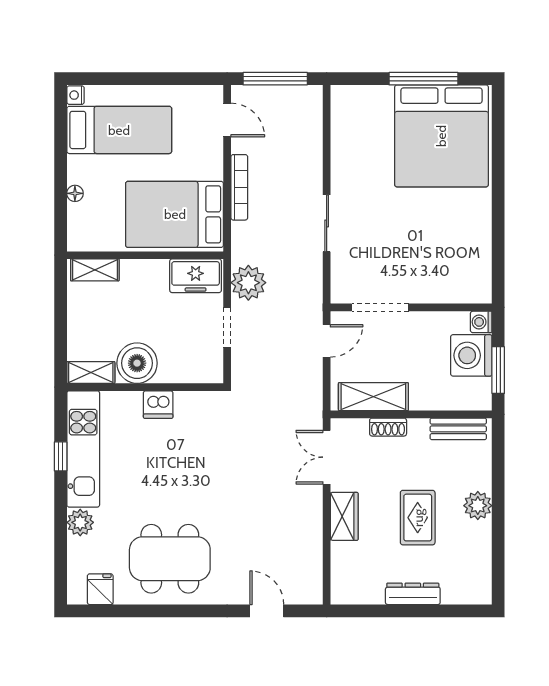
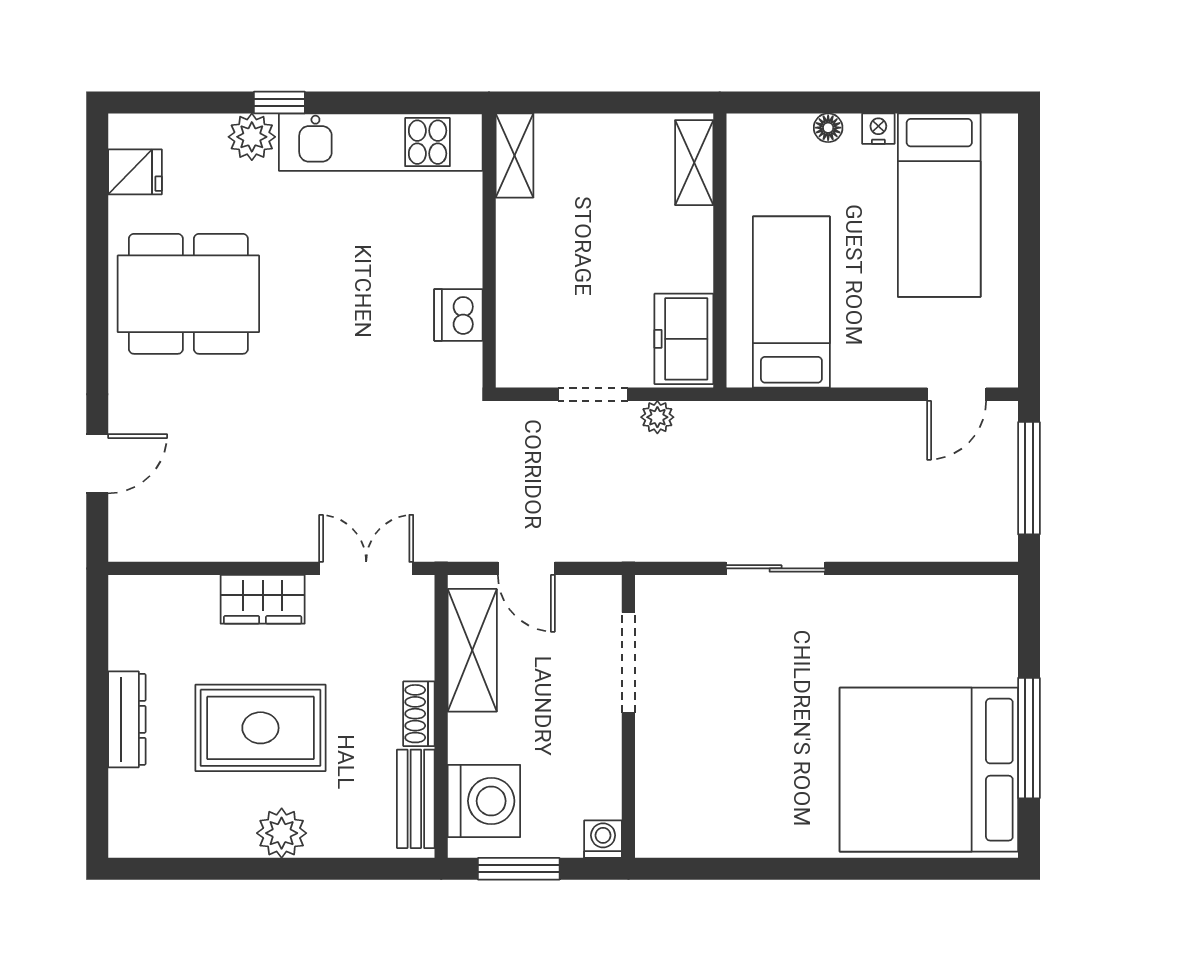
nightstand: (76, 95) -> (878, 129), moved
bookcase: (239, 187) -> (839, 415), removed
bed: (175, 214) -> (791, 302), width x0.67
plant: (248, 283) -> (657, 417), width x0.53, depth x0.53
door: (327, 341) -> (526, 568), moved
washing machine: (471, 355) -> (484, 801), moved, turned 90
boiler: (137, 363) -> (531, 236), removed
dishwasher: (158, 405) -> (458, 315), moved
shoe rack: (388, 427) -> (419, 714), moved
window: (61, 456) -> (279, 103), moved
rug: (418, 518) -> (260, 728), width x1.36, depth x1.43
dining table: (170, 559) -> (188, 294), turned 90

